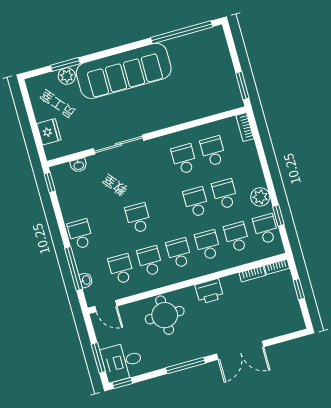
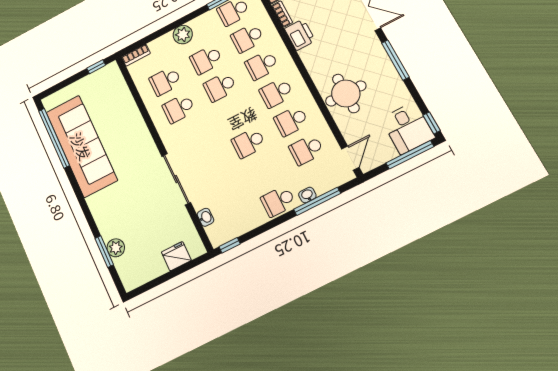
sofa: (124, 71) -> (81, 146), moved
window: (242, 86) -> (96, 67), width x0.67
plant: (260, 197) -> (183, 35), moved
washbasin: (86, 280) -> (307, 195), moved
printer: (209, 291) -> (300, 35), moved
window: (98, 358) -> (410, 155), width x1.44

